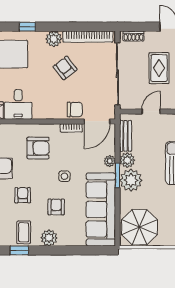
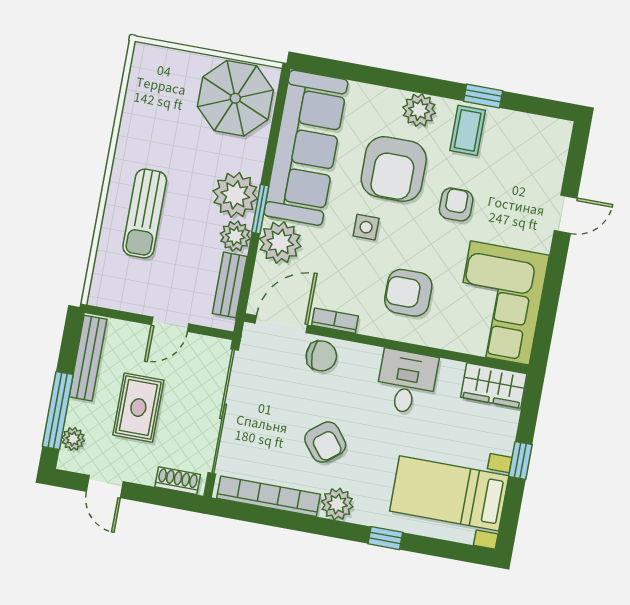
desk: (18, 104) -> (407, 382), moved
chair: (75, 110) -> (321, 356), turned 180
plant: (110, 161) -> (280, 242), width x1.87, depth x1.87
armchair: (23, 195) -> (456, 204), turned 180
armchair: (56, 207) -> (394, 169), width x1.88, depth x1.88

